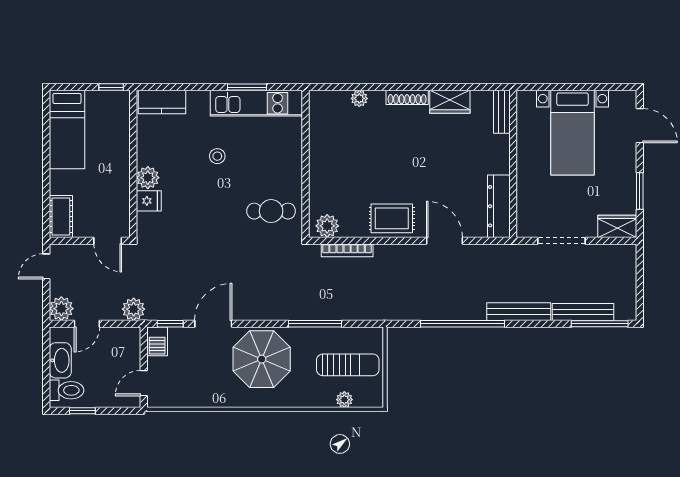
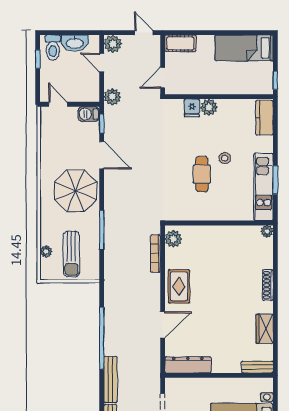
shoe rack: (407, 97) -> (268, 285), moved
plant: (359, 98) -> (267, 231), moved
cafe table: (271, 211) -> (202, 174), moved

